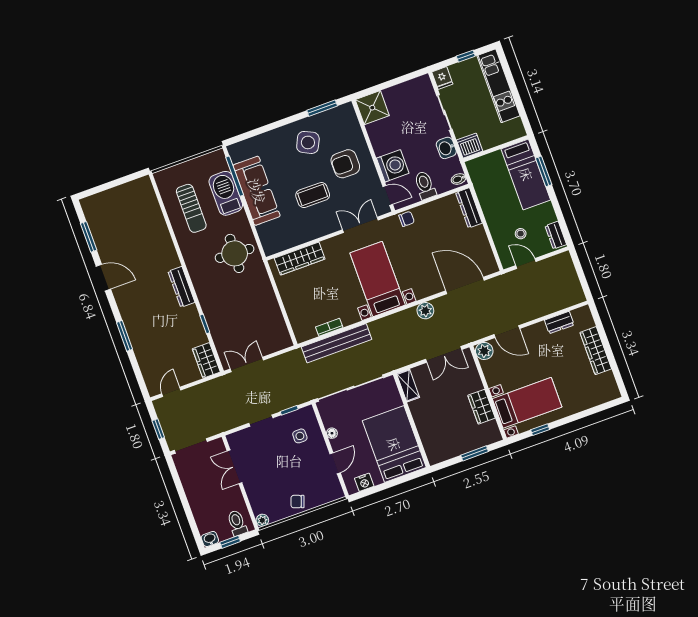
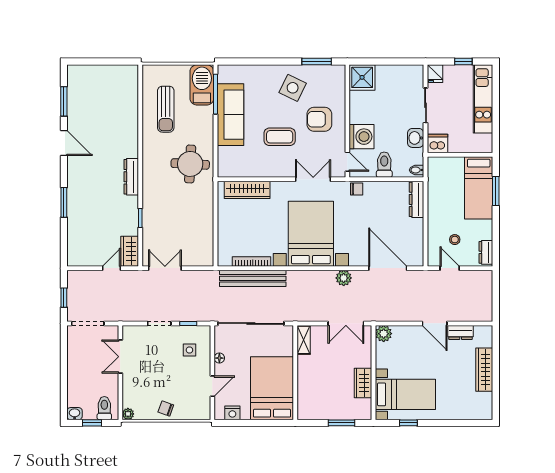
barbecue: (226, 193) -> (202, 85), moved
bed with nightstands: (378, 279) -> (311, 234), width x1.36
bookcase: (329, 327) -> (251, 261), width x1.56
door: (507, 332) -> (435, 323), moved
door: (171, 392) -> (112, 268), moved

